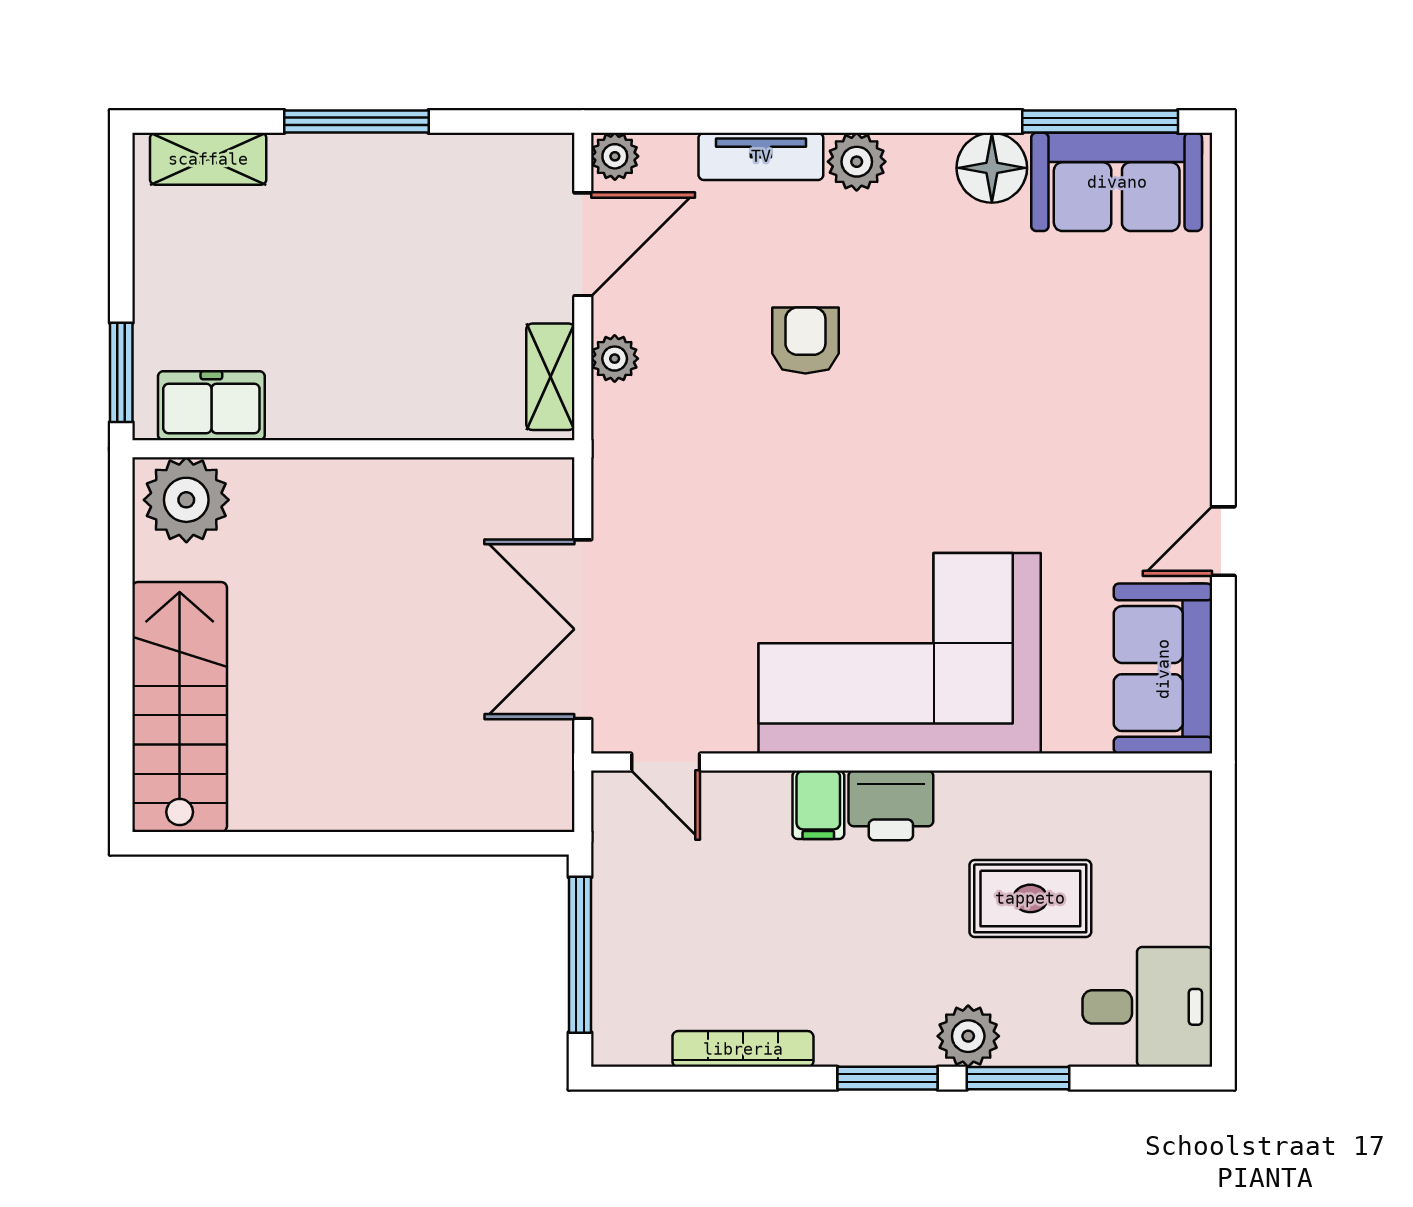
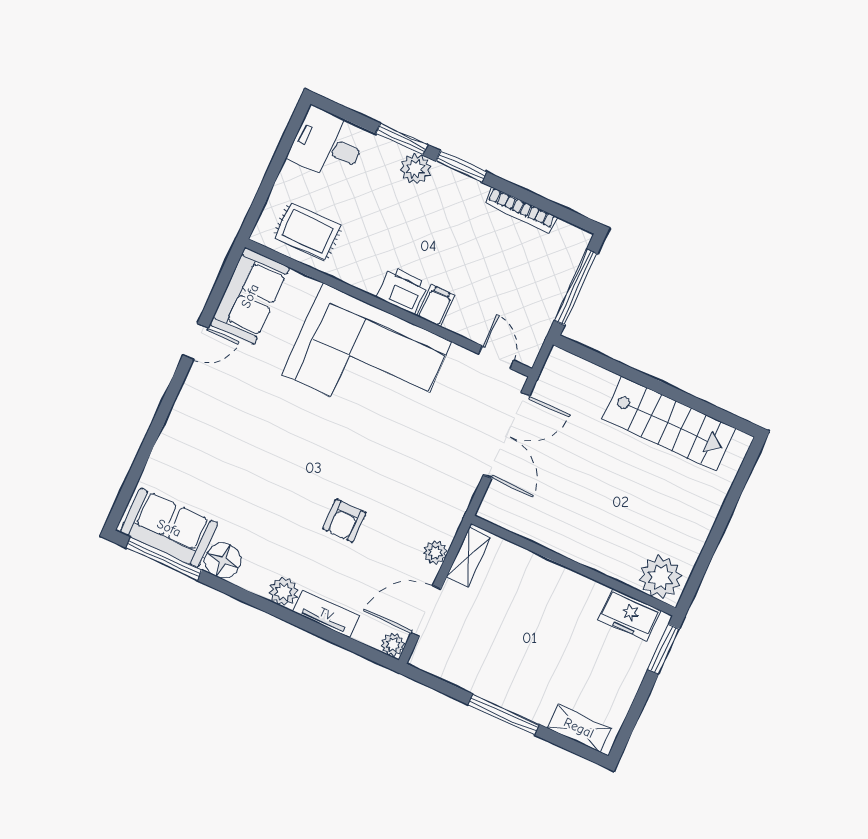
stairs: (180, 707) -> (669, 424), moved, turned -90
rug: (1030, 898) -> (308, 232), moved

